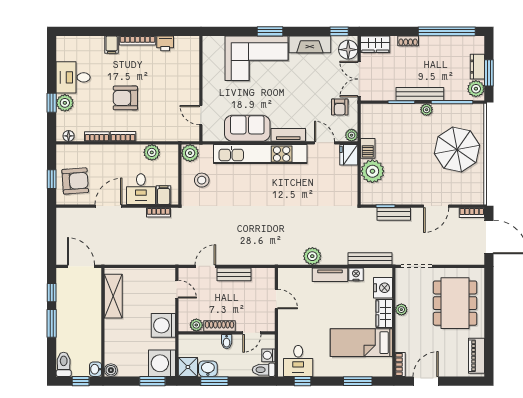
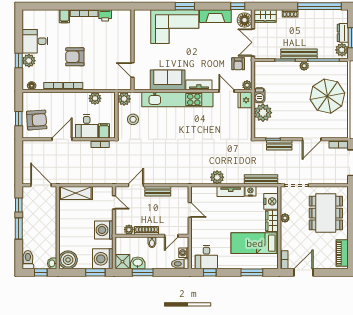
shelving: (113, 296) -> (76, 193), moved, turned 90
boiler: (111, 370) -> (68, 260), width x1.86, depth x1.86

